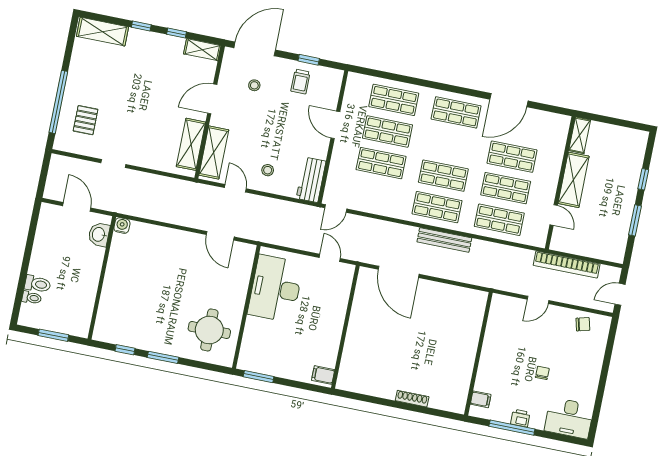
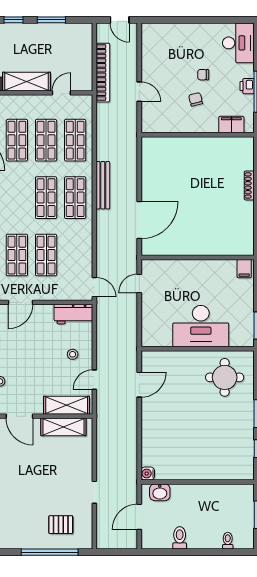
toilet: (38, 284) -> (180, 538), moved
desk: (276, 288) -> (201, 326), moved
chair: (583, 324) -> (196, 99), moved
filing cabinet: (481, 399) -> (231, 125), width x2.00

